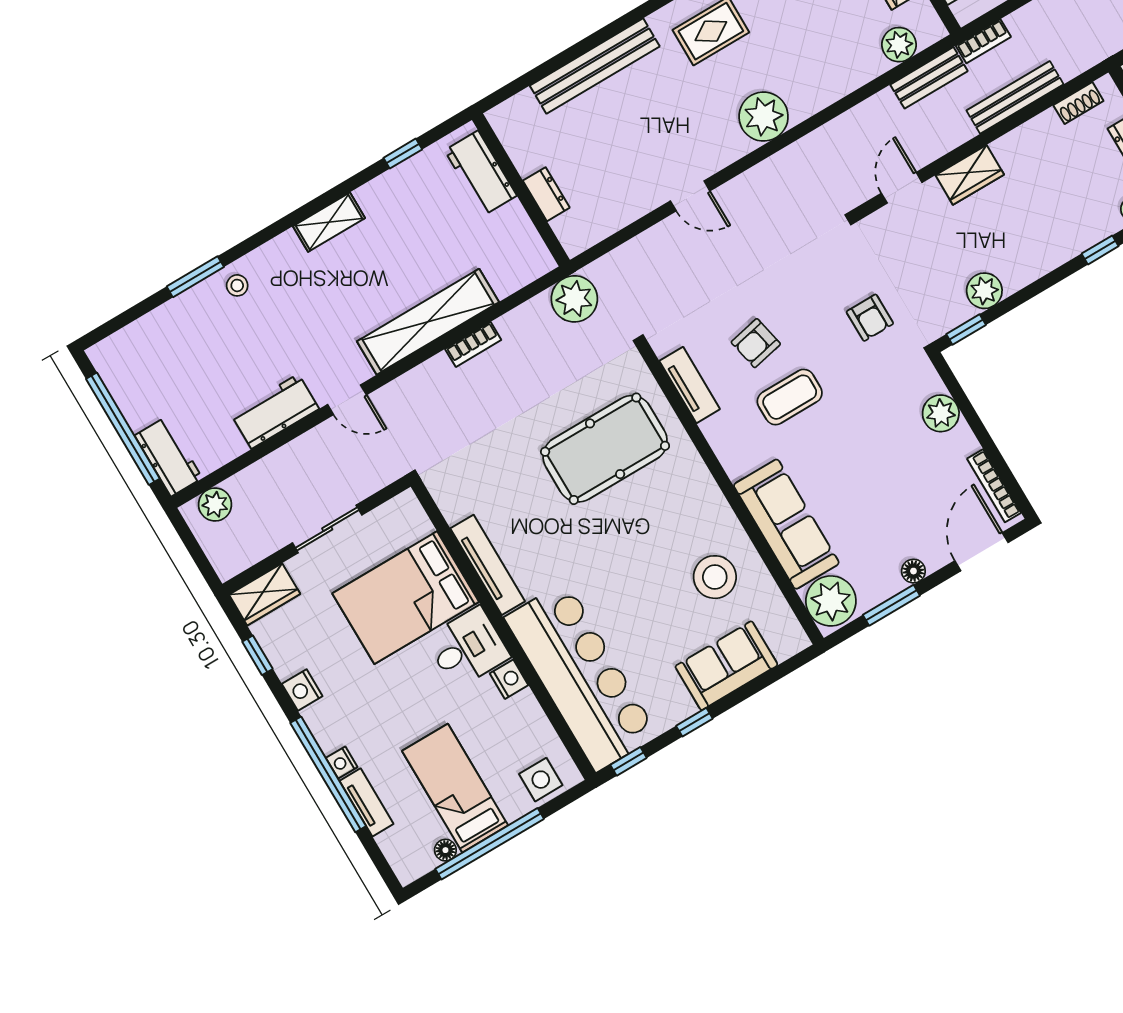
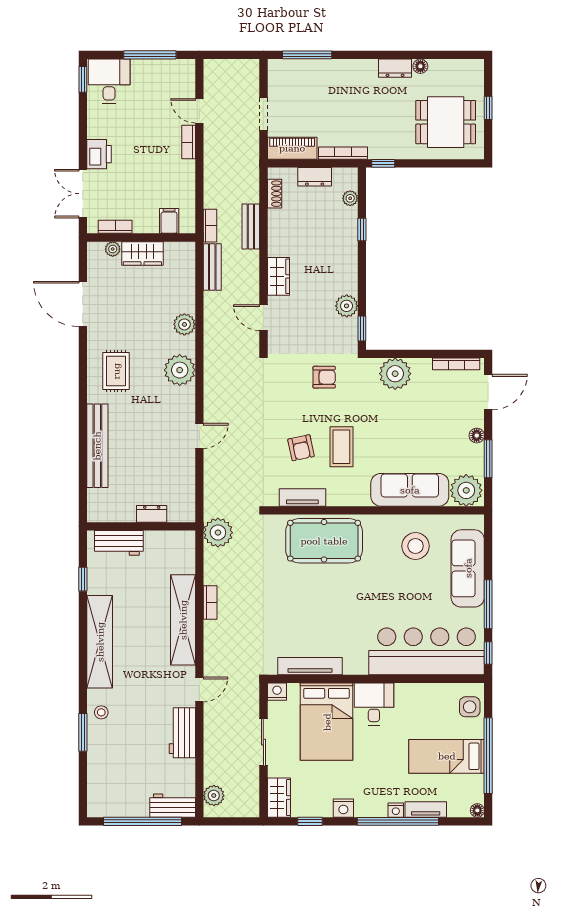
plant: (899, 45) -> (184, 324), moved
bench: (1015, 97) -> (251, 226), width x0.73
shelving: (329, 222) -> (100, 642), width x2.20, depth x1.33
plant: (941, 413) -> (395, 374), width x1.36, depth x1.36
pool table: (605, 449) -> (324, 541), moved, turned 90
door: (982, 552) -> (488, 392), swing flipped
tv unit: (488, 565) -> (310, 666), moved
sofa: (726, 666) -> (468, 568), width x1.36
nightstand: (509, 679) -> (277, 692), moved
window: (694, 722) -> (488, 604), width x2.17
floor lamp: (445, 850) -> (477, 810), moved

